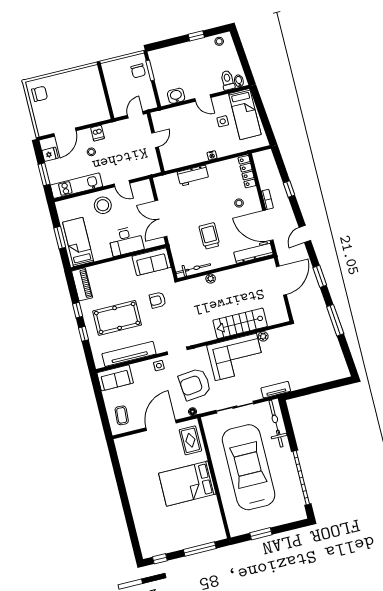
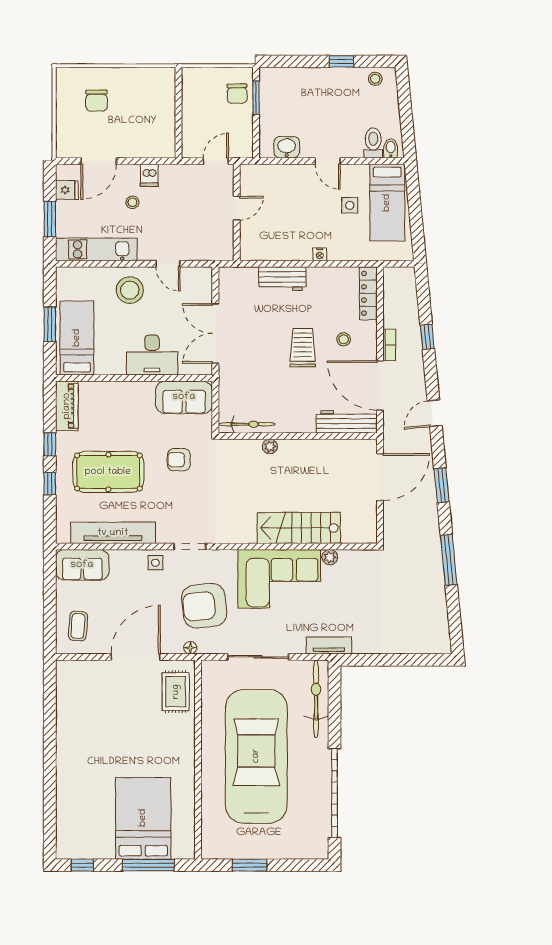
chair: (40, 94) -> (96, 101), moved, turned 90
trolley: (209, 236) -> (303, 348), moved
bed: (187, 484) -> (143, 818), moved, turned 90

